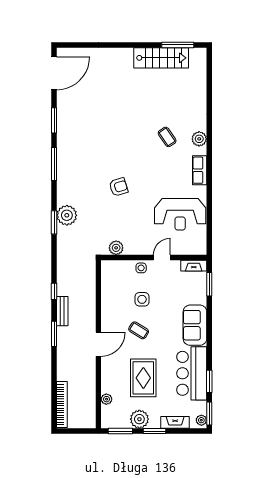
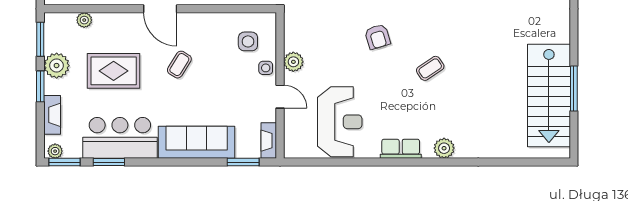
window: (178, 45) -> (574, 88), moved
stairs: (161, 58) -> (549, 95), width x1.36, depth x1.51
coffee table: (167, 137) -> (430, 68), moved
reception desk: (180, 214) -> (340, 122), turned 180
plant: (116, 248) -> (293, 62), moved
side table: (142, 299) -> (248, 41), moved
sofa: (195, 325) -> (197, 142), width x1.36

